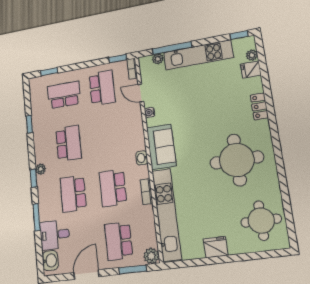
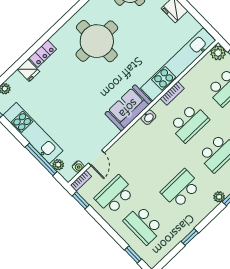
fridge: (251, 70) -> (28, 70), moved
water cooler: (150, 112) -> (78, 167), moved

